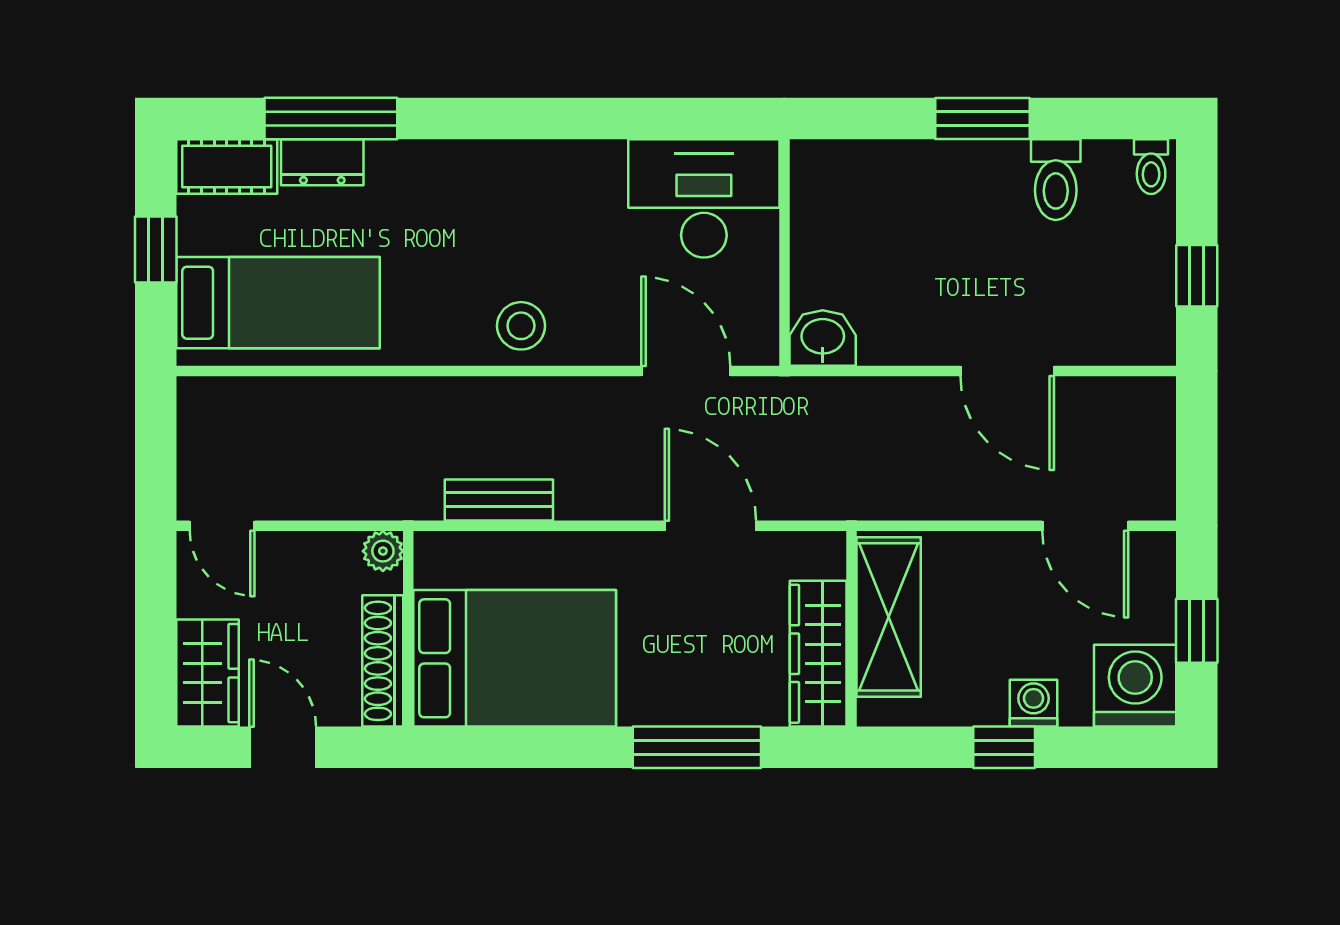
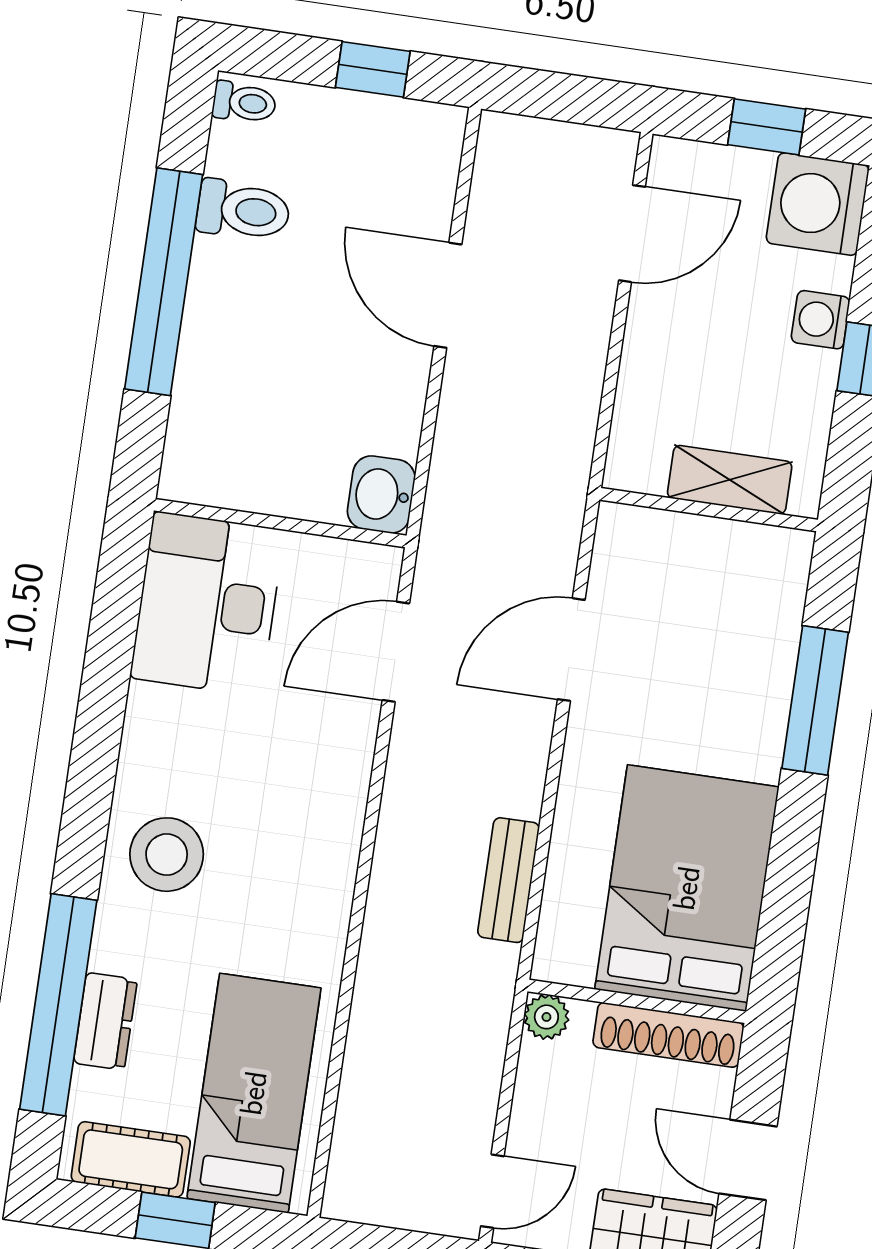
window: (331, 119) -> (58, 1005), width x1.46
window: (982, 119) -> (164, 282), width x2.11
cot: (227, 167) -> (131, 1159), moved, turned 90
stool: (521, 326) -> (167, 855), moved, width x1.38, depth x1.38
door: (1007, 371) -> (448, 295), swing flipped
shelving: (889, 617) -> (730, 480), width x0.67, depth x0.75
wardrobe: (818, 654) -> (731, 551), removed
door: (283, 747) -> (748, 1160), hinge flipped

